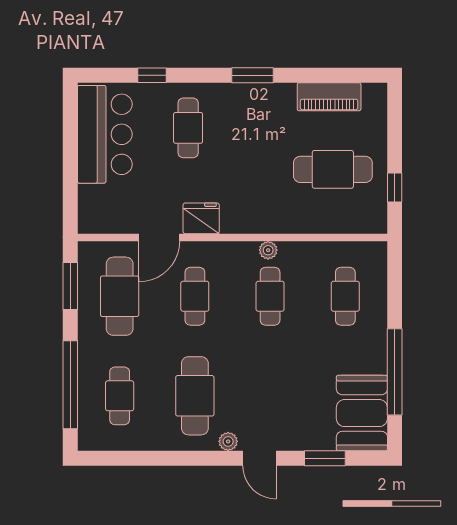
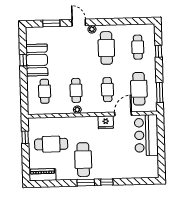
window: (152, 75) -> (107, 182), moved
piano: (329, 97) -> (42, 175), moved
cafe table: (188, 128) -> (83, 160), moved, width x1.37, depth x1.35
bar counter: (105, 134) -> (146, 135), moved
window: (395, 372) -> (23, 60), width x0.32
window: (70, 385) -> (159, 51), width x0.32
booth: (362, 413) -> (37, 60), moved

